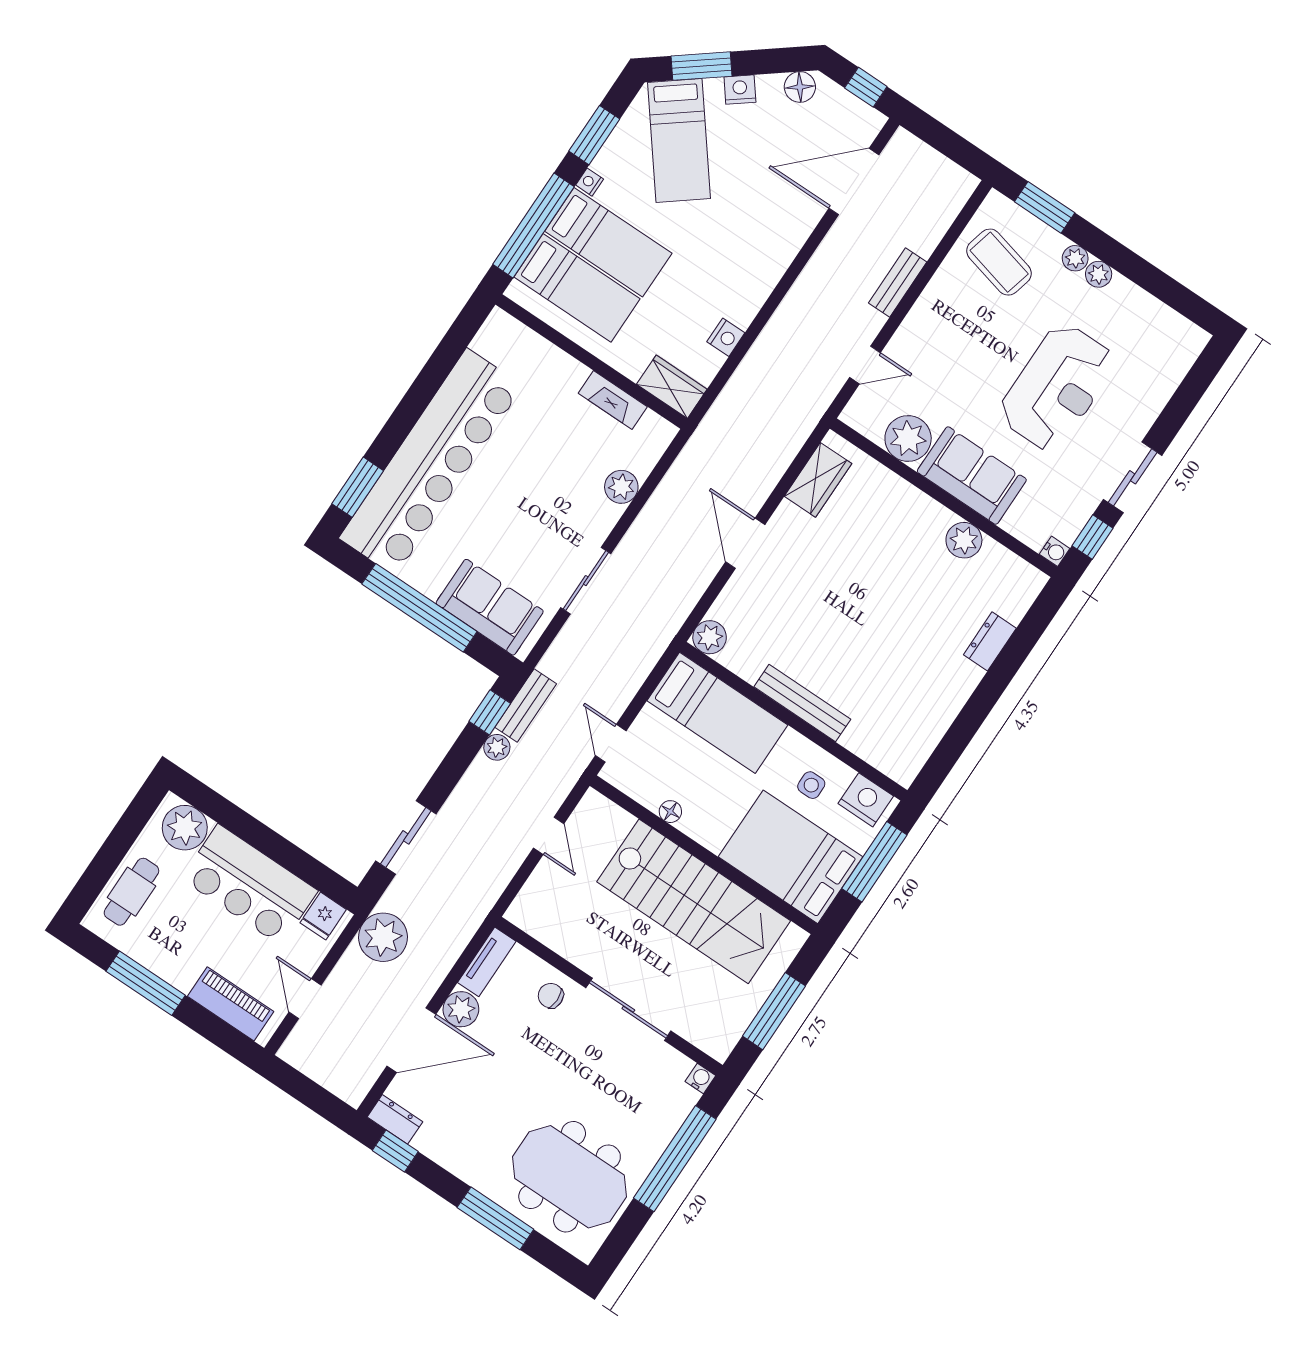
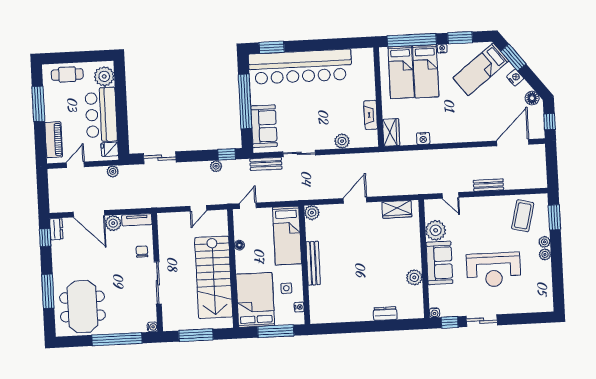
door: (854, 182) -> (513, 143), hinge flipped
bench: (526, 705) -> (266, 164), moved
nightstand: (866, 800) -> (299, 307), width x0.53, depth x0.56
plant: (383, 937) -> (113, 171), width x0.53, depth x0.53

